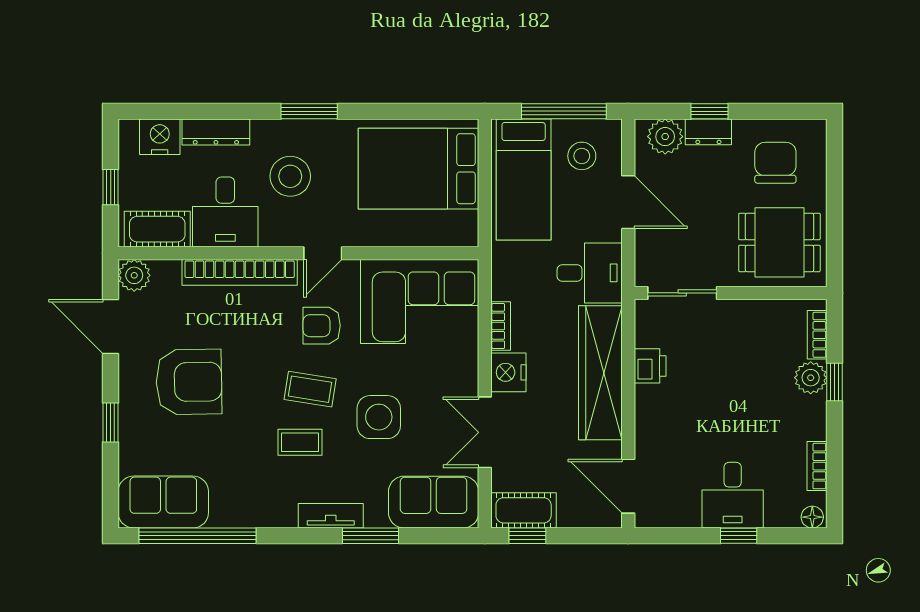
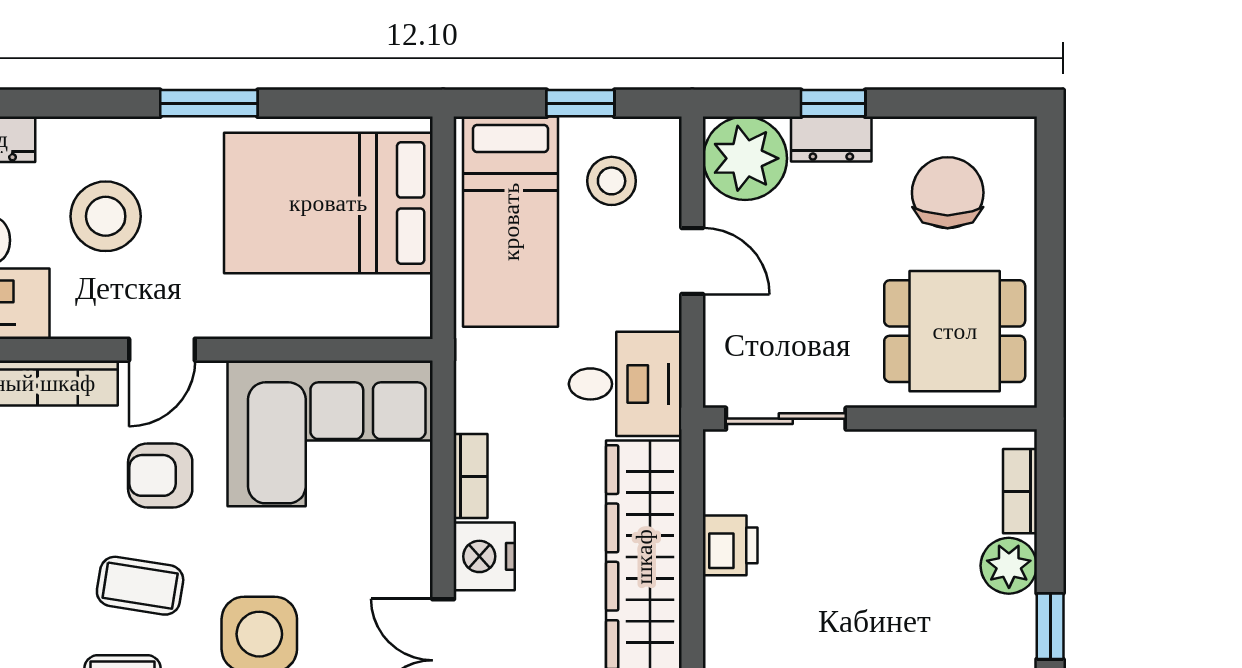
window: (309, 111) -> (209, 103), moved
window: (564, 111) -> (580, 103), width x0.46
plant: (665, 137) -> (745, 158), width x1.36, depth x1.36
door: (628, 202) -> (692, 261), width x0.73
window: (834, 382) -> (1050, 626), moved

